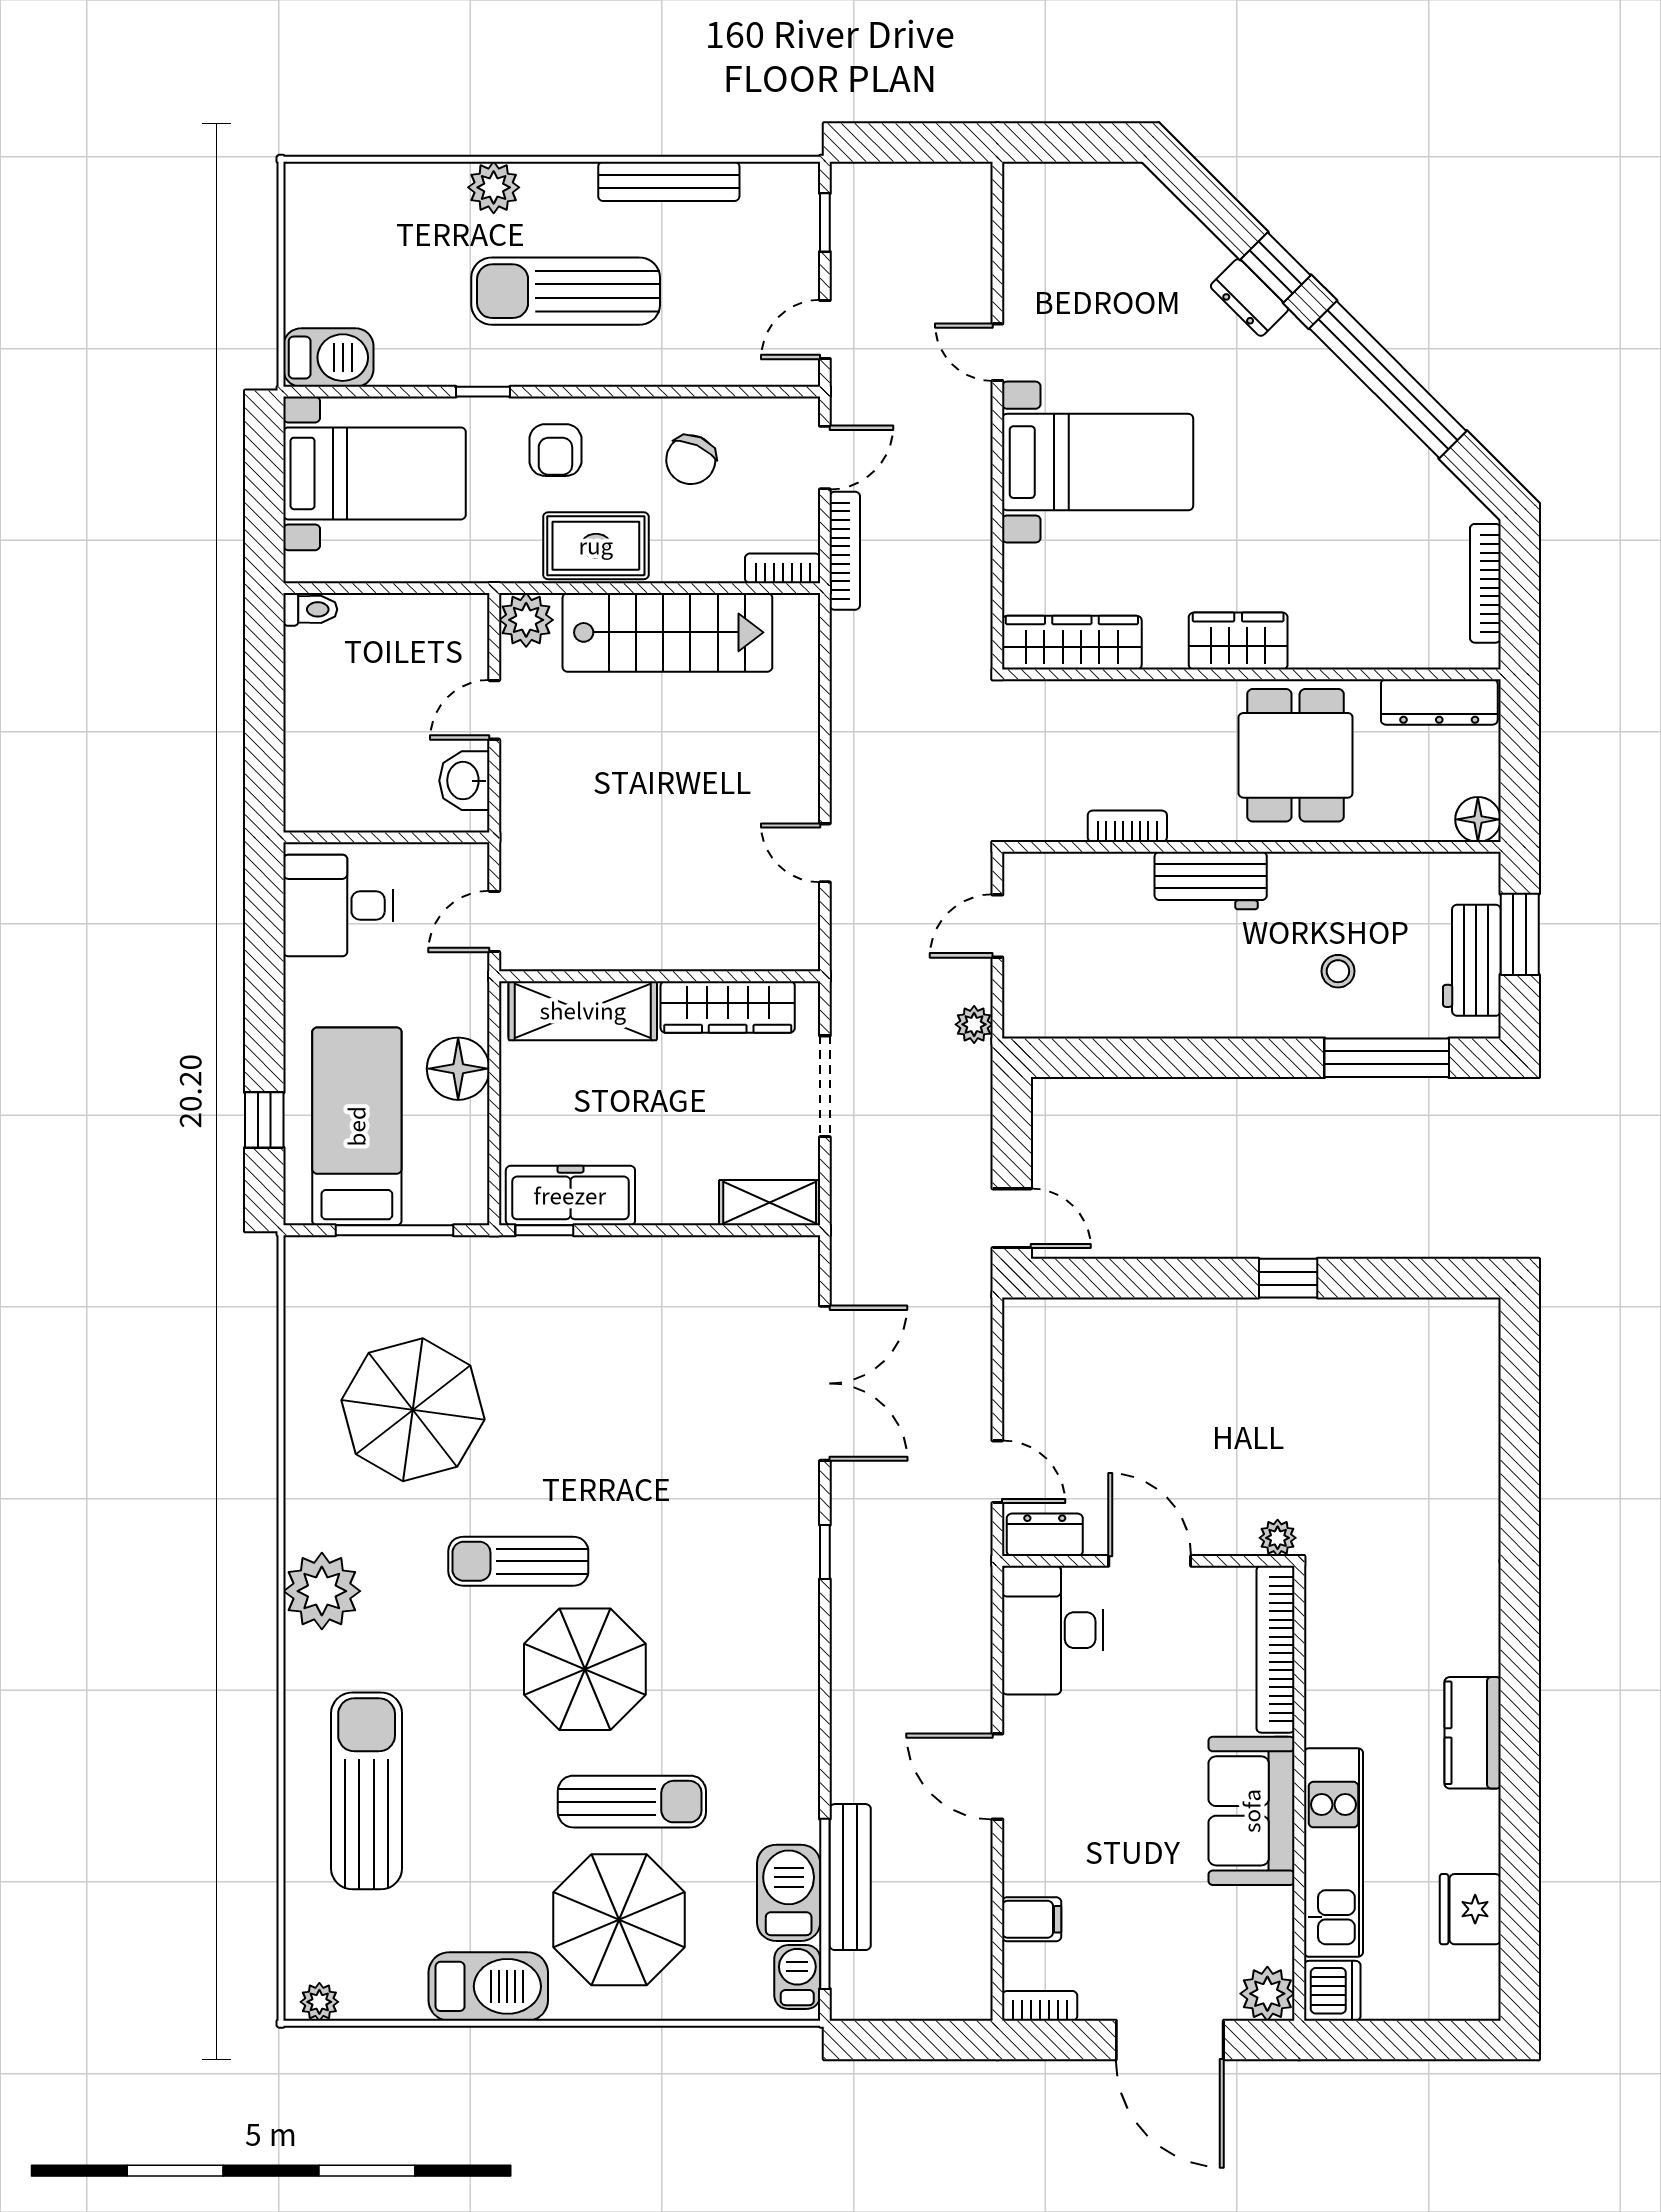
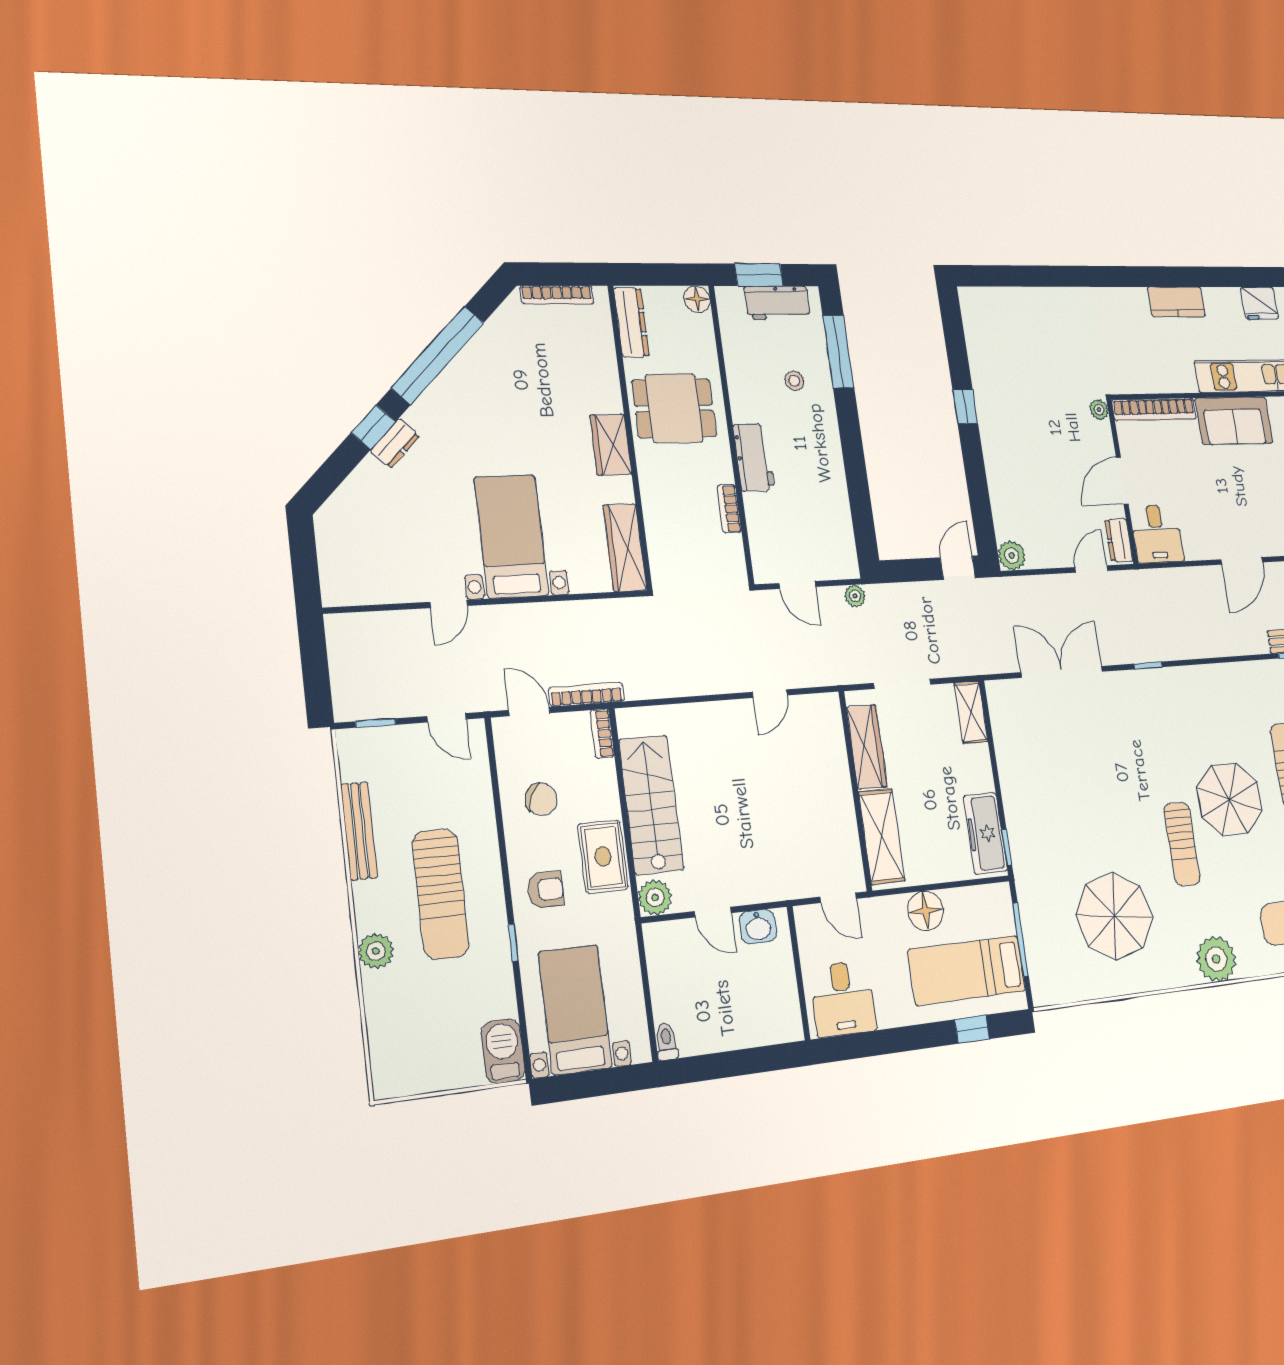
plant: (1028, 1323) -> (1012, 555), added
desk: (1053, 1630) -> (1157, 534), width x0.73

